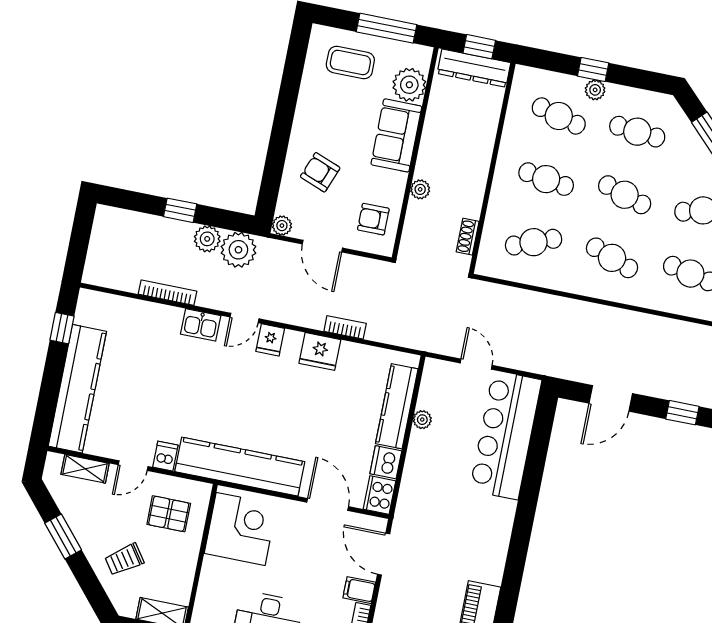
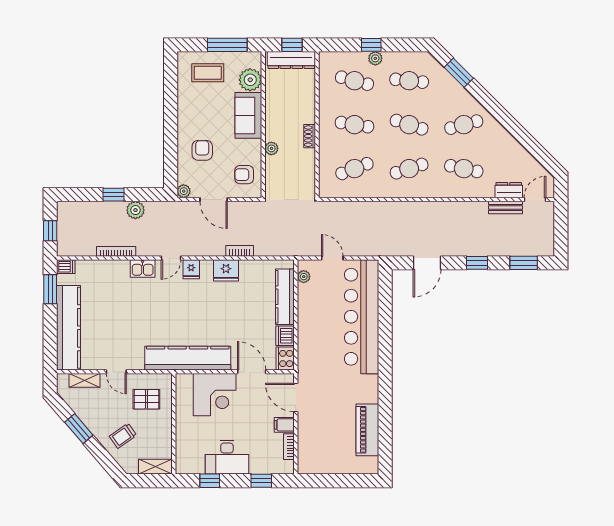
armchair: (320, 172) -> (202, 150), turned 69
shoe rack: (468, 237) -> (310, 136), moved
window: (79, 244) -> (50, 231), added
plant: (238, 250) -> (158, 213), removed
cafe table: (612, 258) -> (409, 169), turned -39
window: (62, 328) -> (50, 289), width x1.50
plant: (422, 420) -> (304, 277), moved
bar counter: (506, 435) -> (362, 317), width x1.36
dishwasher: (165, 456) -> (66, 267), moved, turned 90
door: (133, 466) -> (116, 372), hinge flipped
corner desk: (241, 529) -> (215, 395), moved, turned 90

